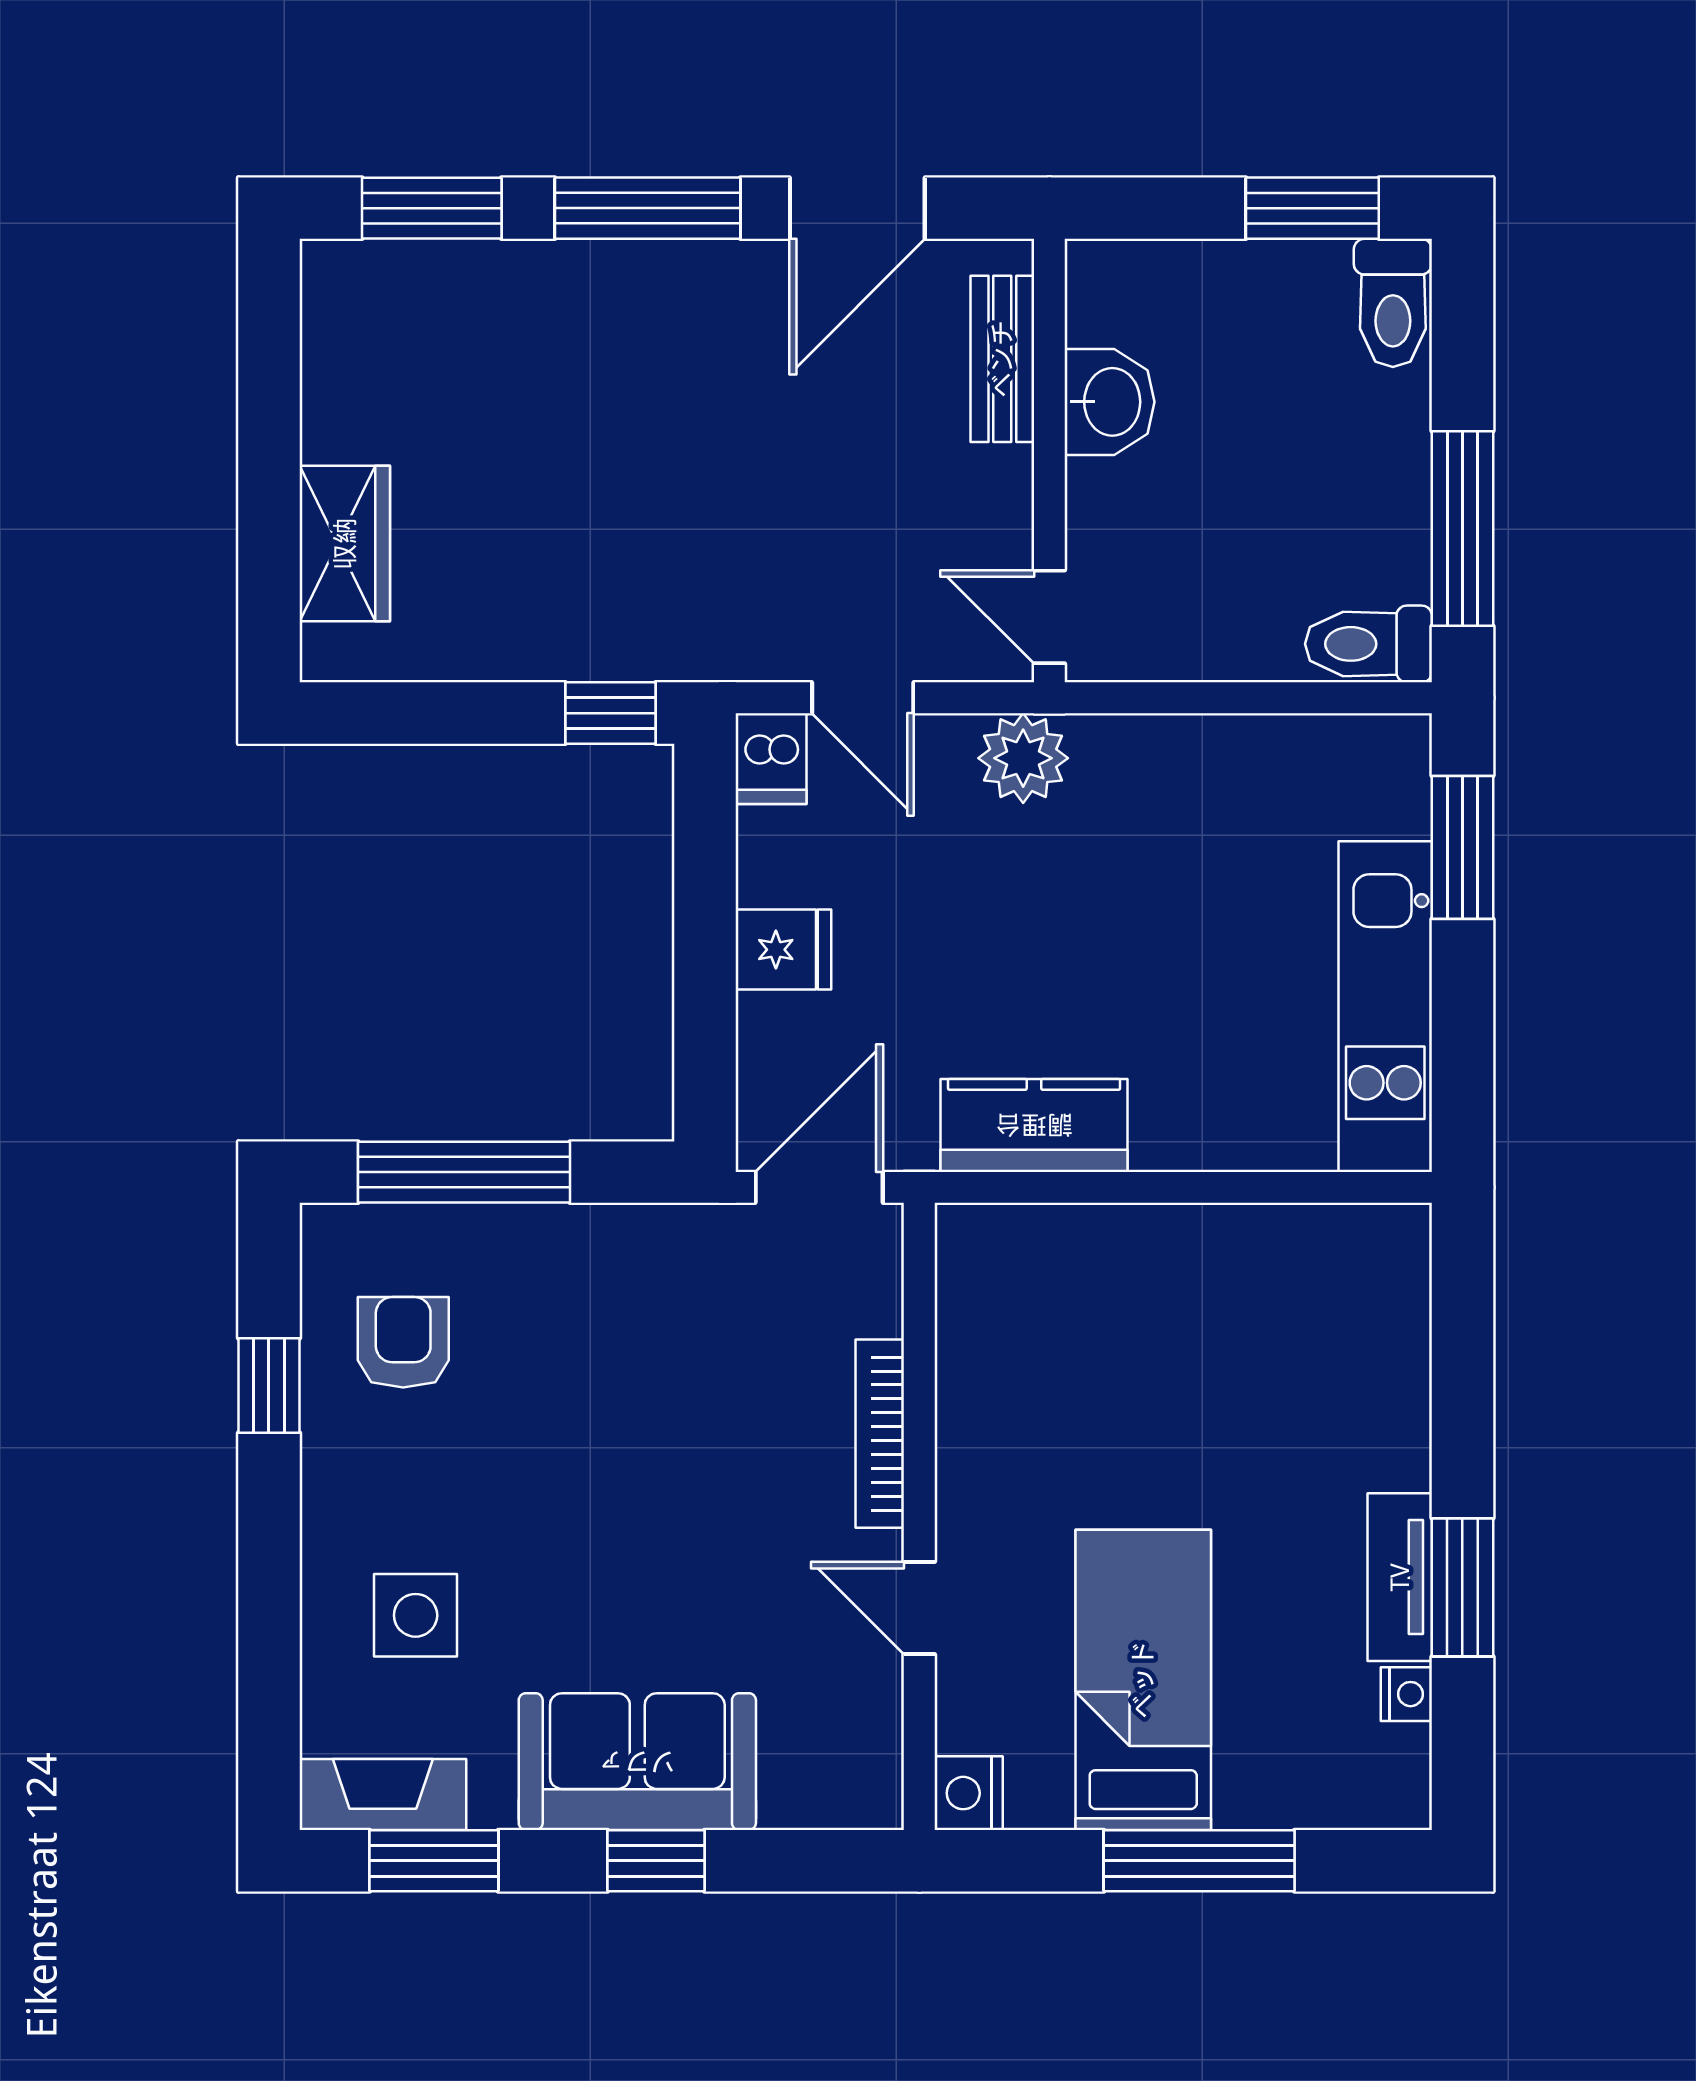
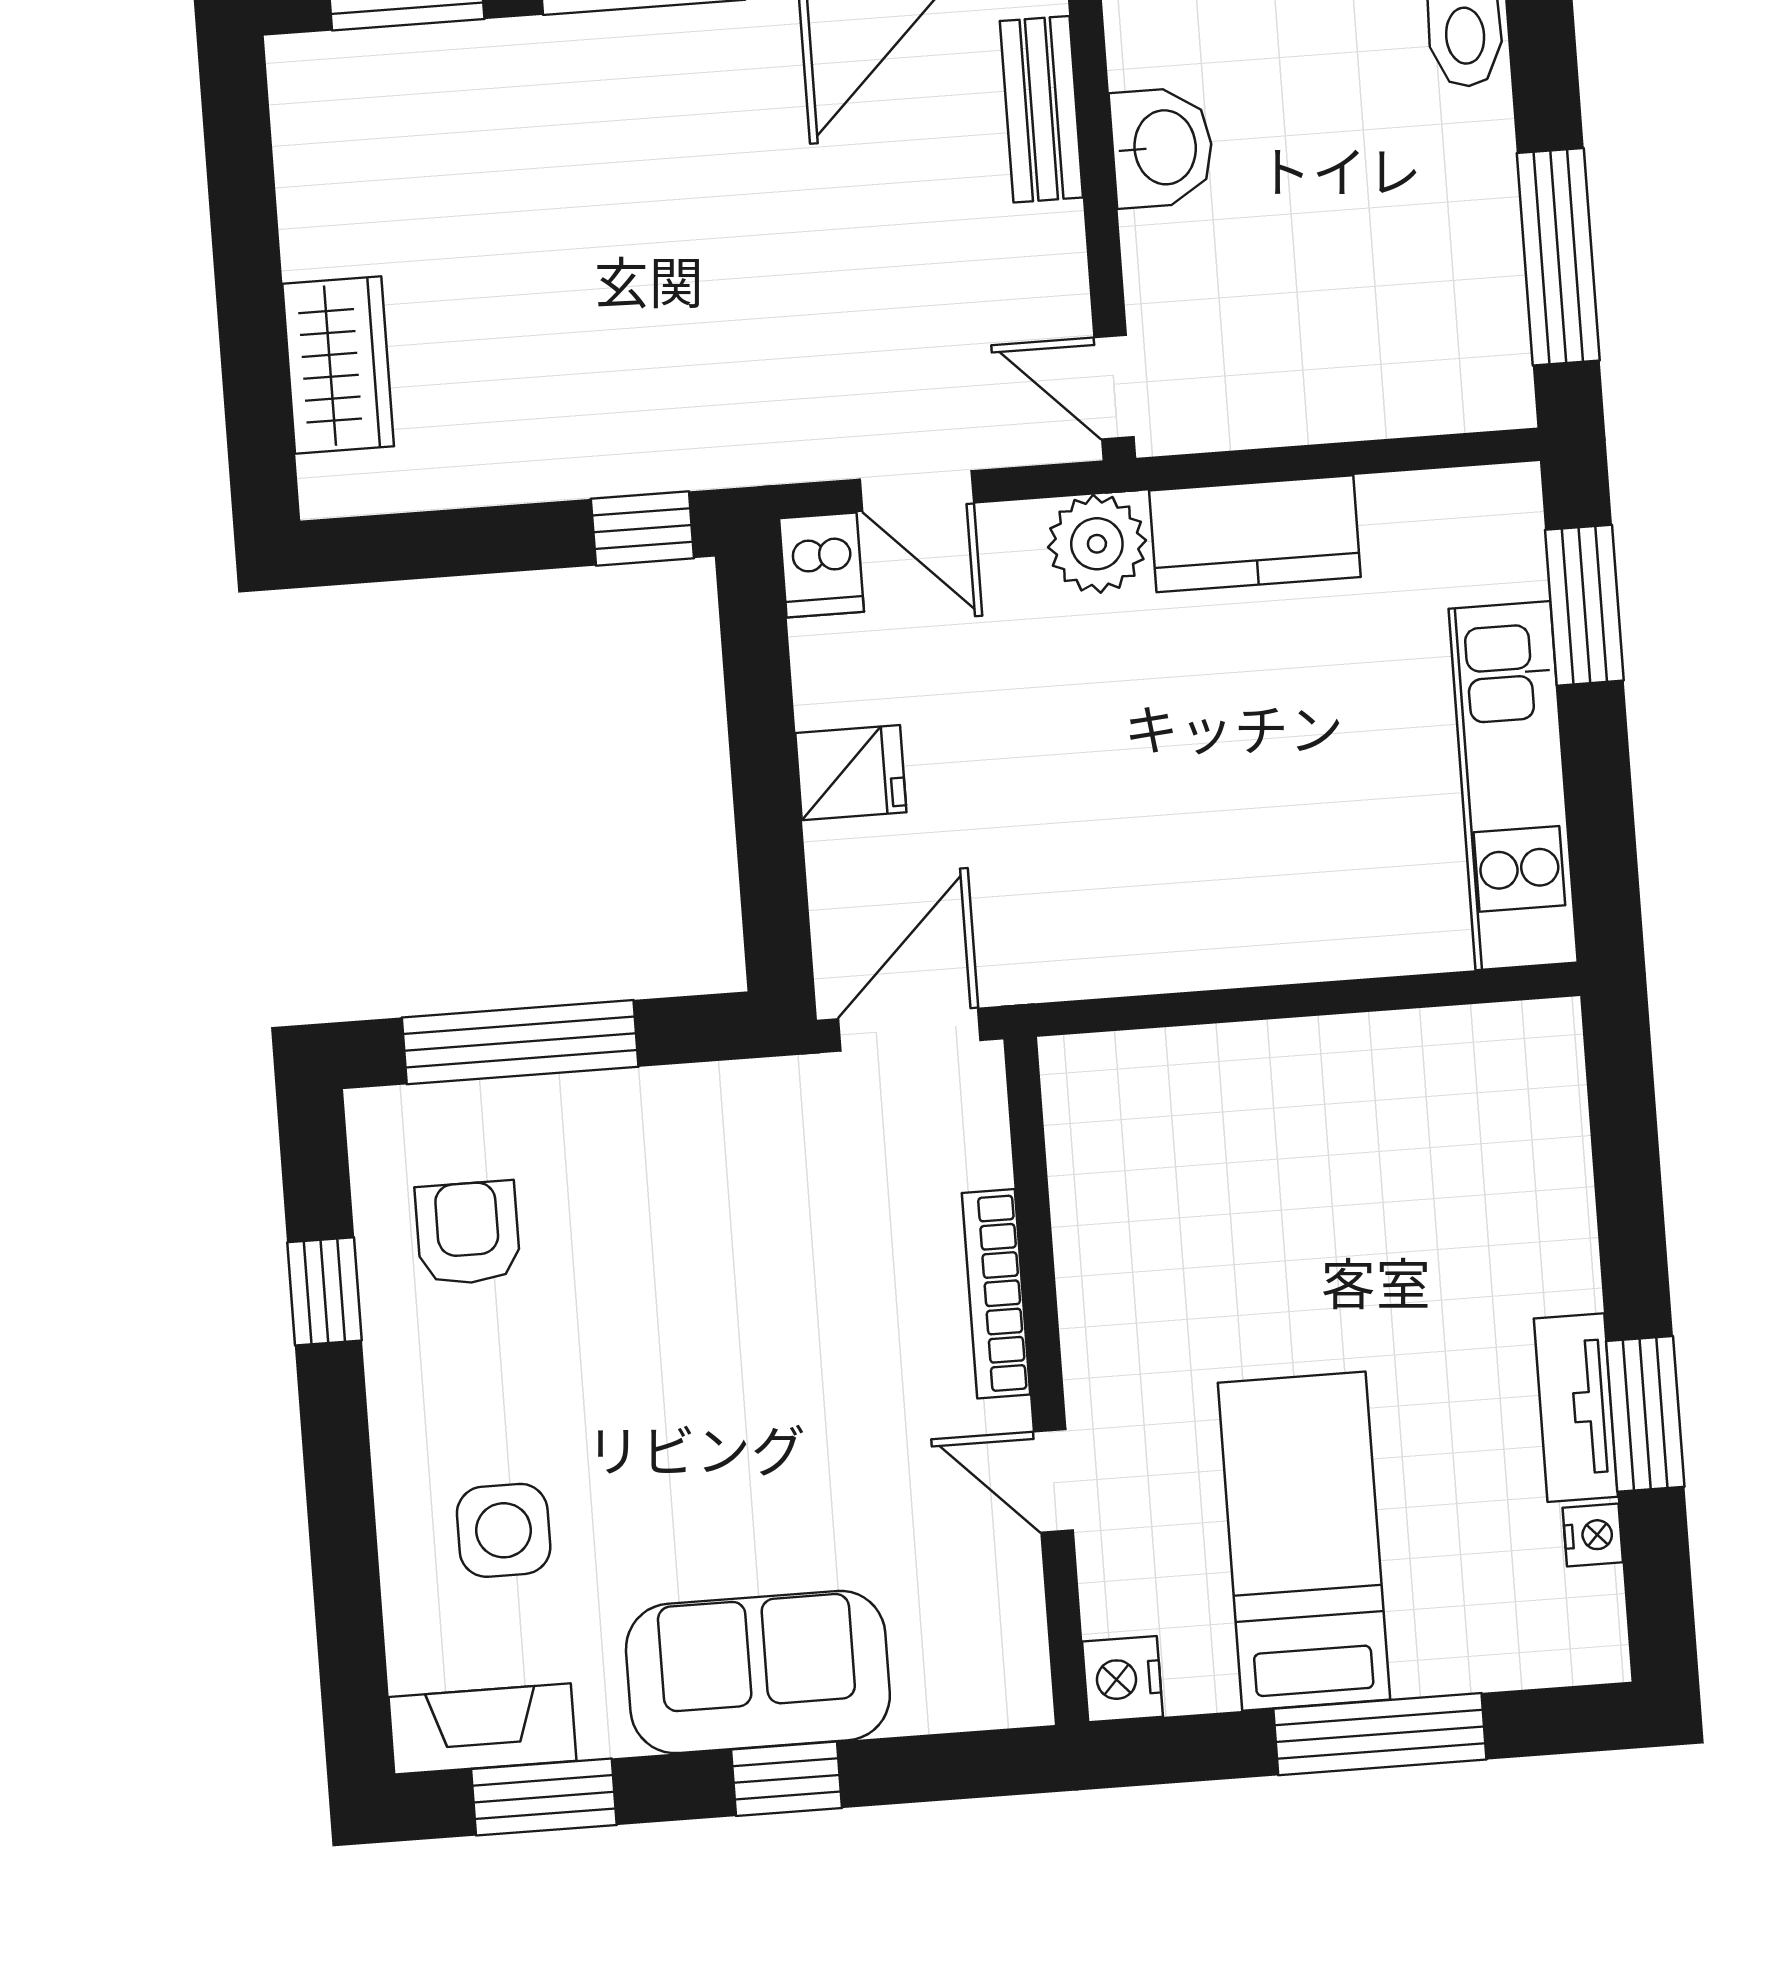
toilet: (1368, 644) -> (1465, 391), removed
kitchen counter: (1034, 1125) -> (1255, 534), moved, turned 180

